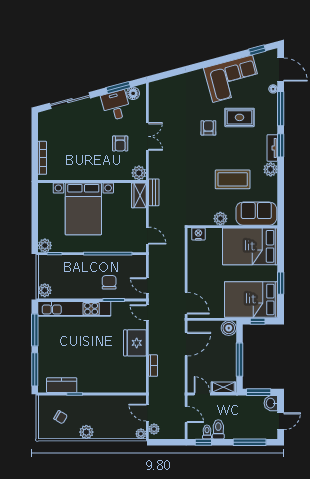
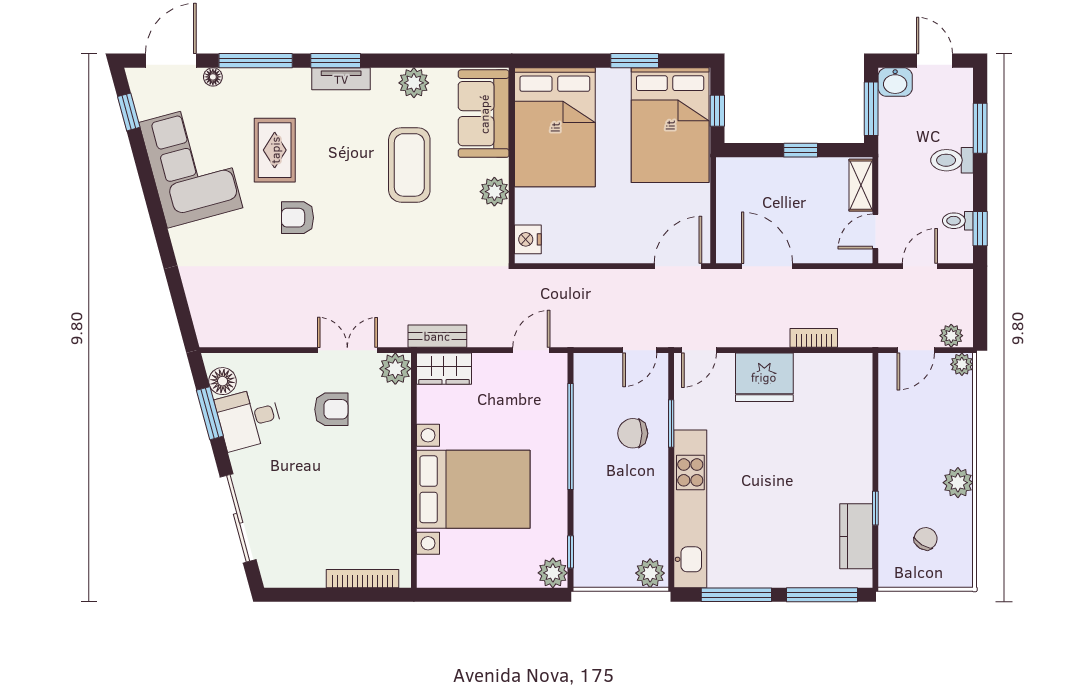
double door: (147, 136) -> (347, 350), moved
plant: (271, 169) -> (414, 83), moved
boiler: (229, 328) -> (732, 173), removed
window: (239, 360) -> (801, 150), width x0.46
toilet: (218, 429) -> (952, 160), moved
window: (250, 442) -> (980, 128), width x0.69

